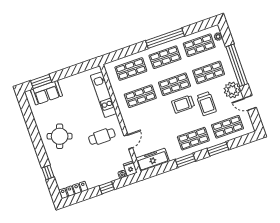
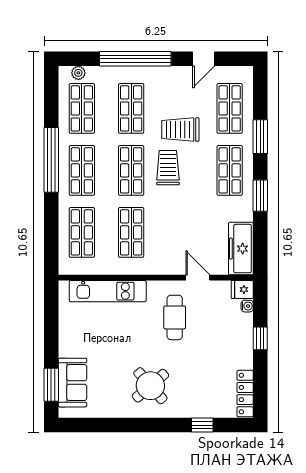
plant: (232, 90) -> (173, 80), removed
trolley: (183, 104) -> (168, 168), turned 180
trolley: (206, 104) -> (180, 130), turned 180
round table: (60, 136) -> (150, 386), turned 30

